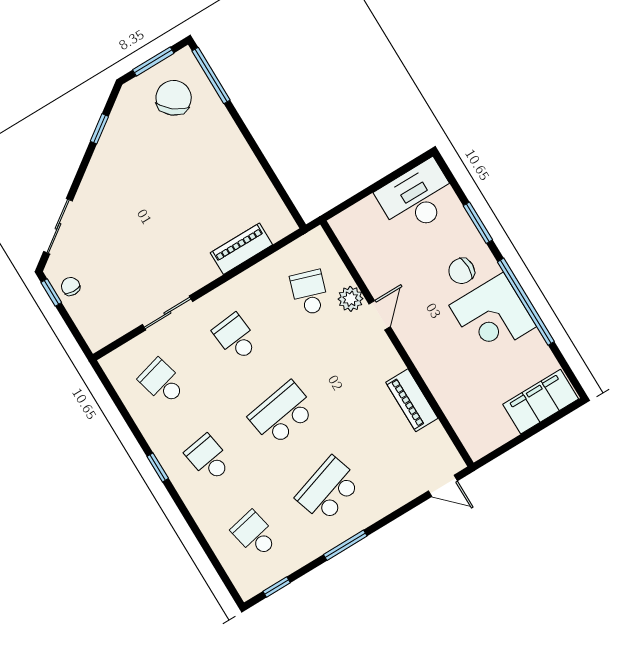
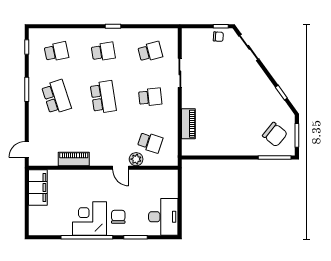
filing cabinet: (541, 402) -> (38, 187), moved

